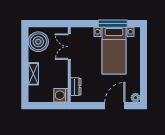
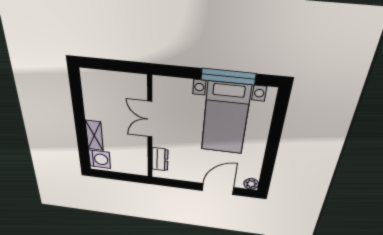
boiler: (38, 42) -> (98, 92), removed
double door: (69, 47) -> (150, 119), moved
washing machine: (61, 95) -> (100, 159), moved, turned 180

